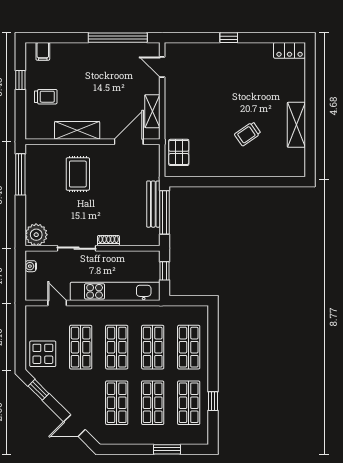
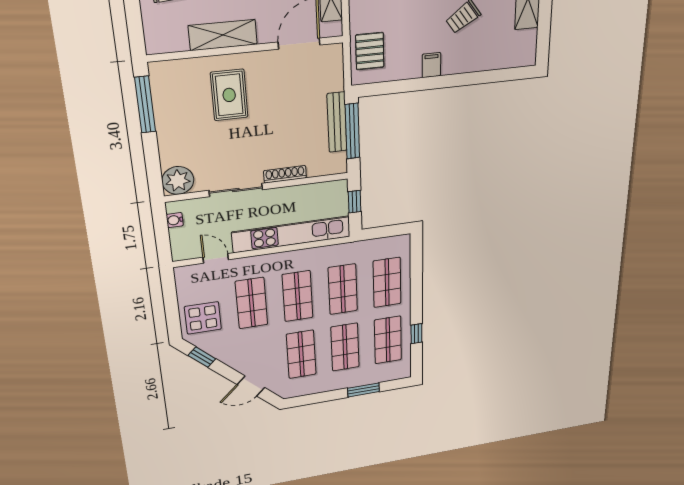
filing cabinet: (224, 168) -> (431, 65), added
shoe rack: (108, 241) -> (285, 174), width x1.43

